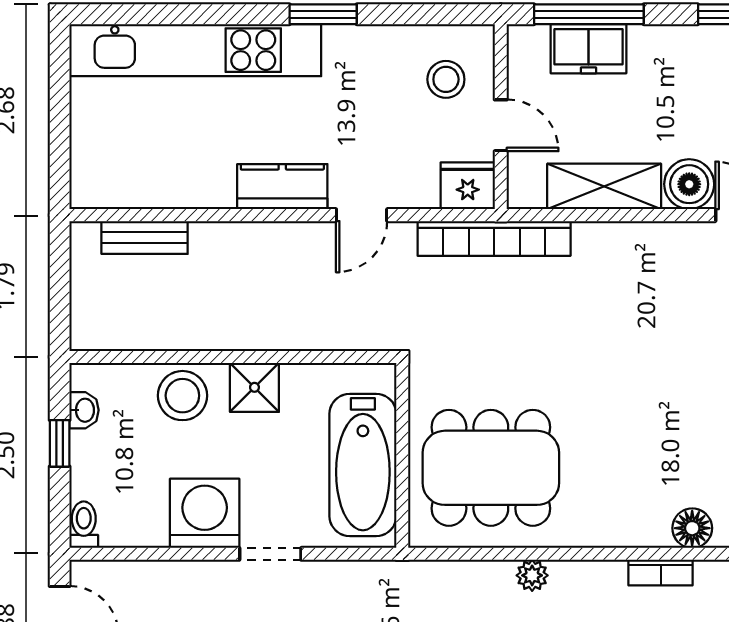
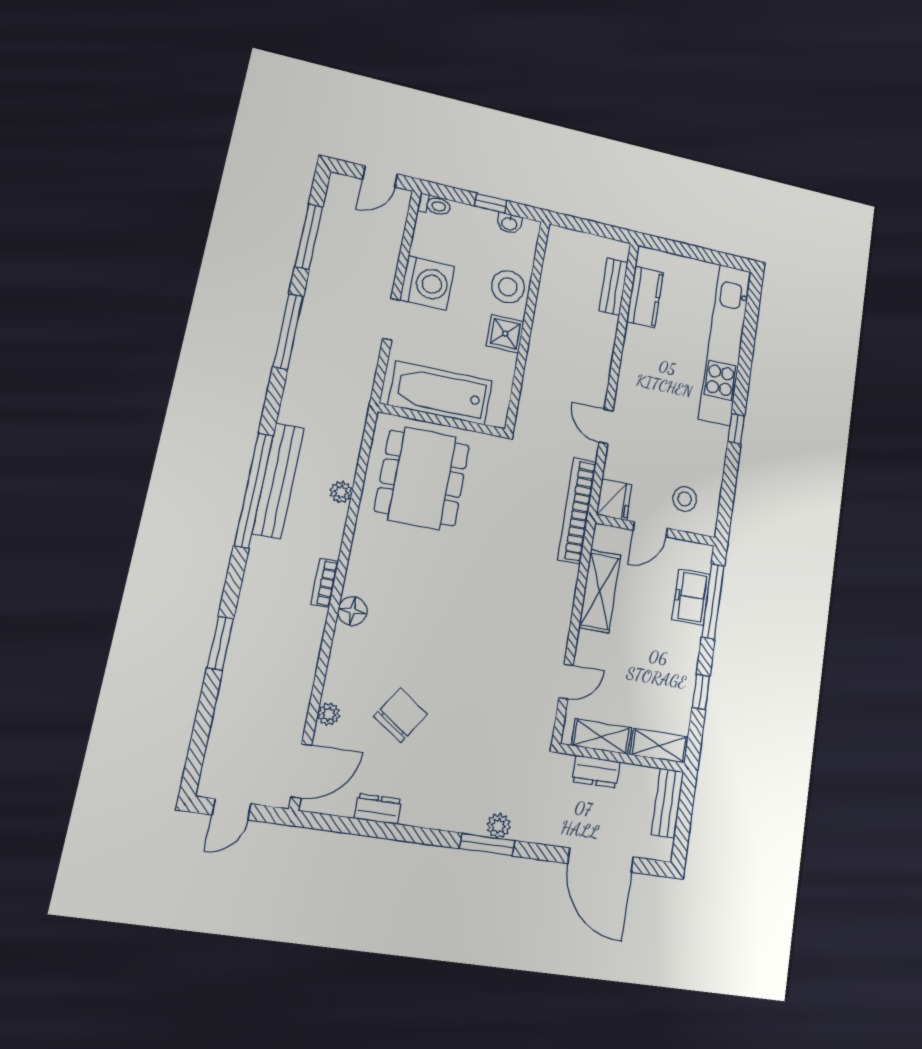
window: (323, 14) -> (736, 429), width x0.67
boiler: (689, 184) -> (592, 650), removed
kitchen counter: (282, 187) -> (645, 297), moved

